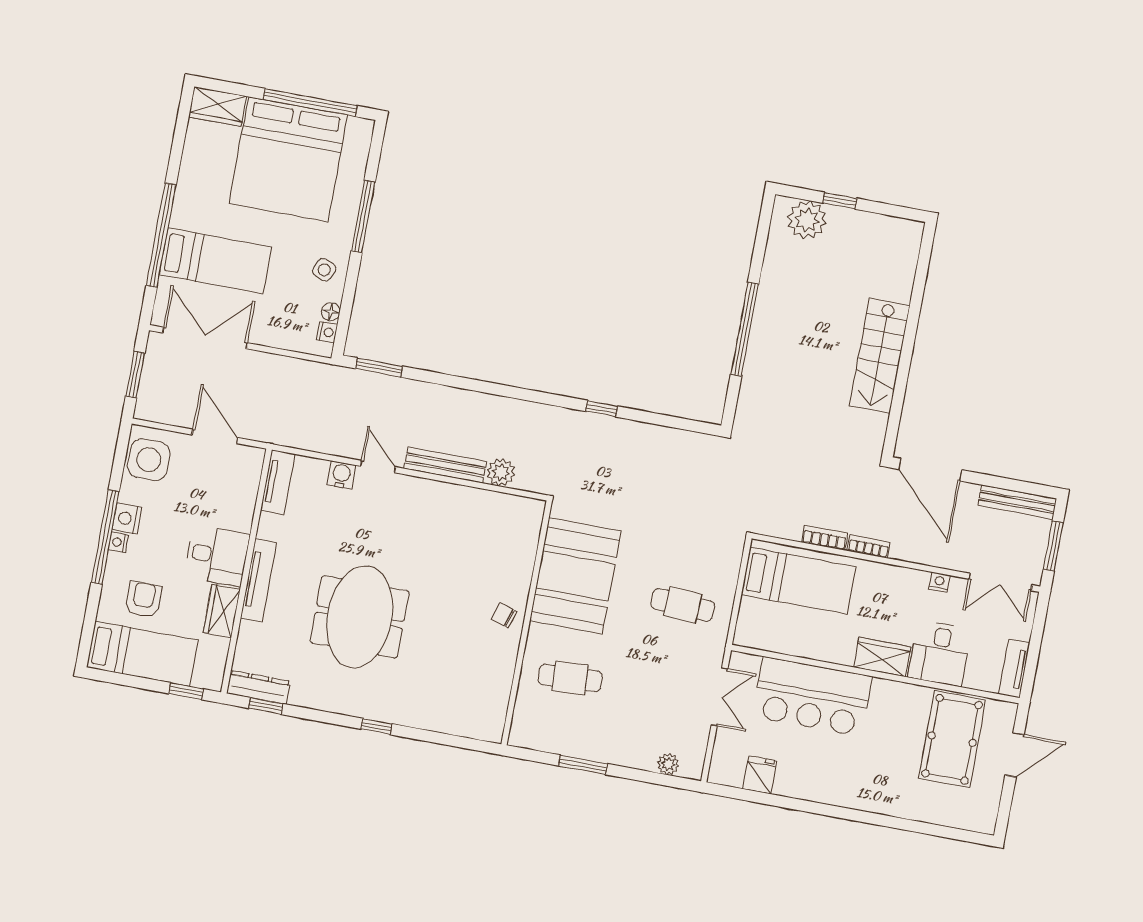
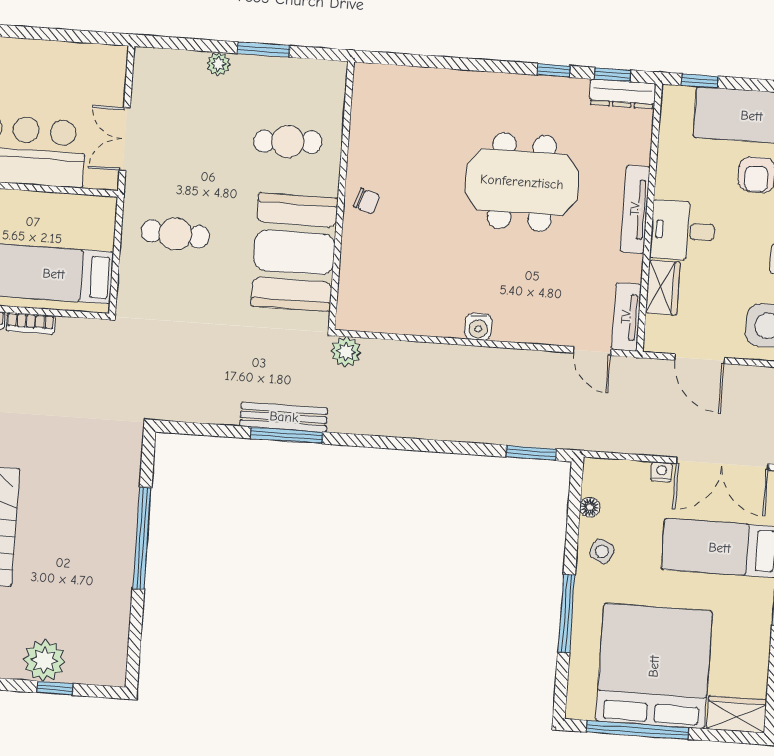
plant: (807, 220) -> (44, 660), moved
nightstand: (327, 332) -> (661, 472), moved, turned 90
window: (601, 409) -> (287, 435), width x2.17
bench: (445, 465) -> (284, 417), moved
door: (378, 467) -> (592, 351), moved
plant: (501, 472) -> (346, 352), moved
water cooler: (341, 475) -> (478, 327), moved
wardrobe: (222, 611) -> (663, 288), moved
meeting table: (360, 617) -> (522, 182), turned 90
window: (376, 726) -> (554, 70), moved
plant: (668, 764) -> (218, 64), moved
fridge: (760, 775) -> (72, 60), removed

